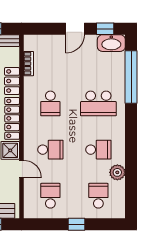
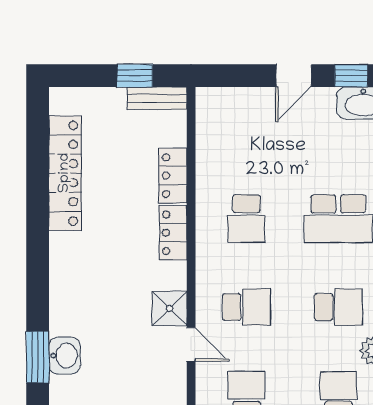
bookcase: (29, 64) -> (205, 142), removed
locker: (12, 118) -> (173, 233), width x0.66

